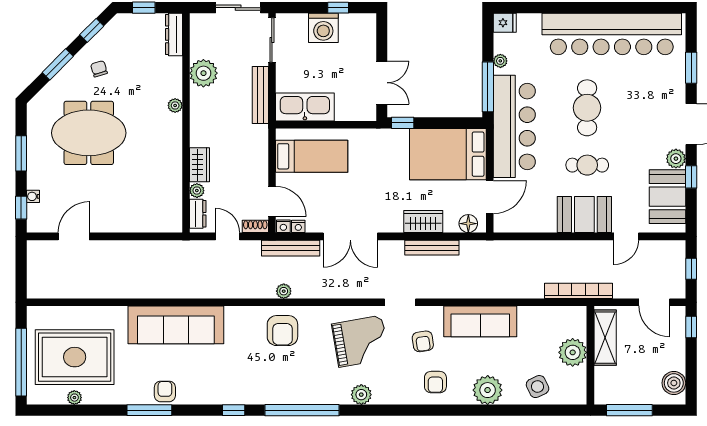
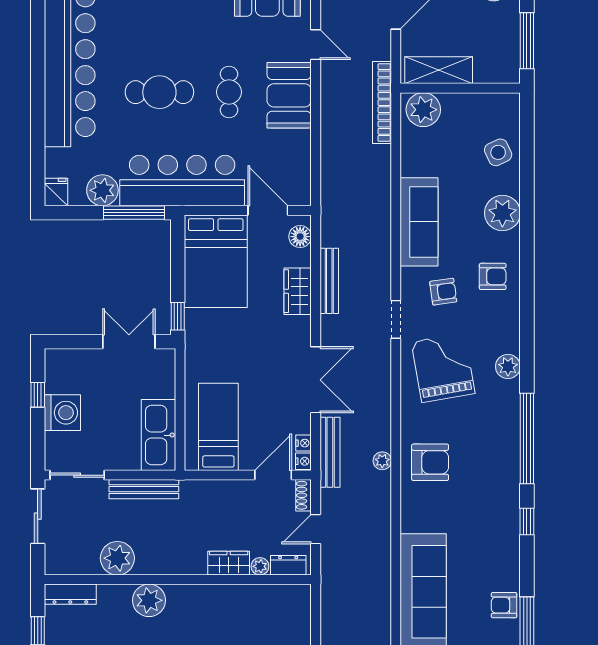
plant: (500, 61) -> (102, 190), width x1.88, depth x1.88
plant: (175, 105) -> (149, 600), width x1.87, depth x1.87
plant: (573, 352) -> (423, 110), moved

